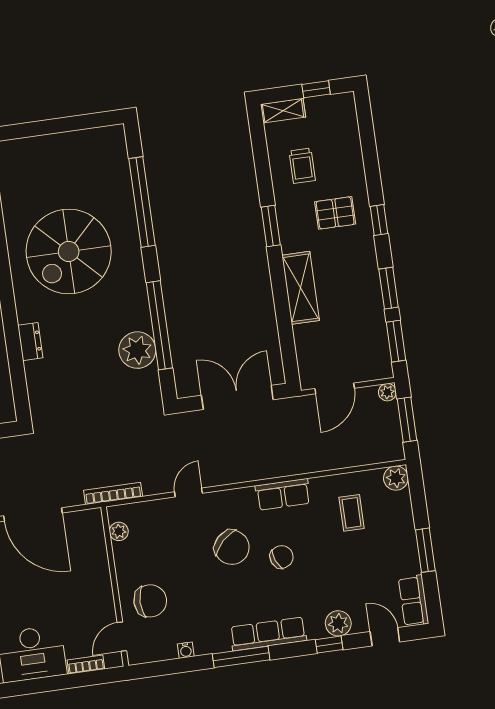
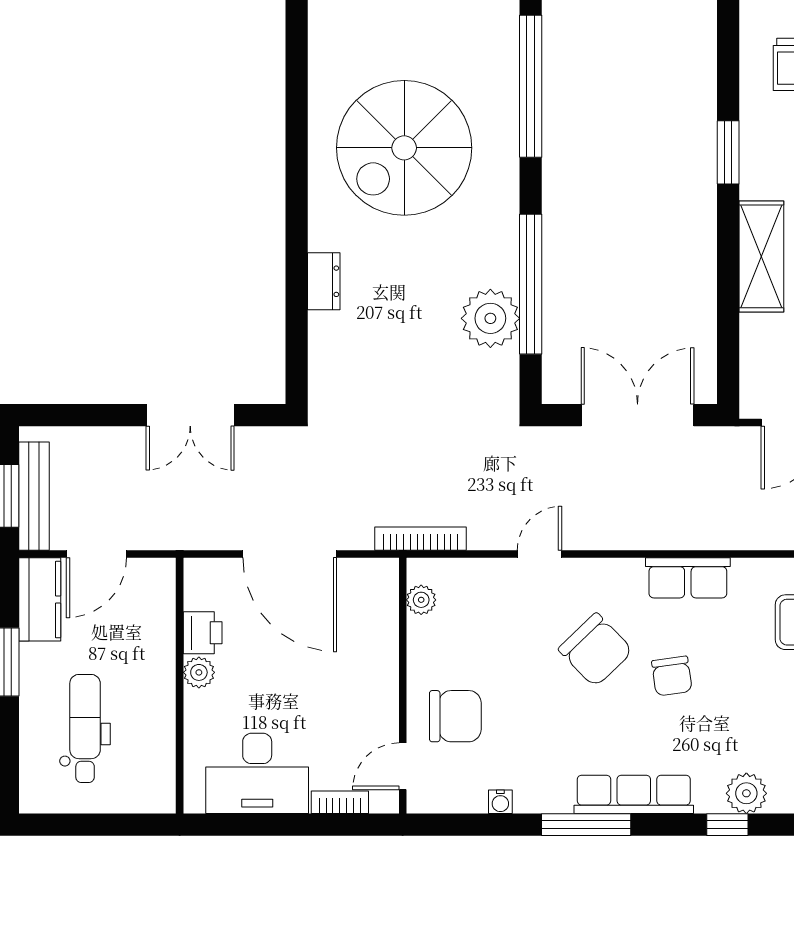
chair: (282, 557) -> (672, 676), turned 104

